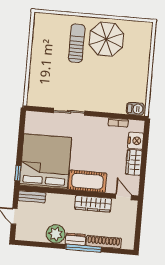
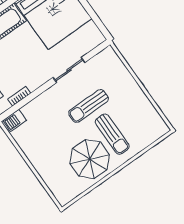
sun lounger: (76, 76) -> (89, 106), added

